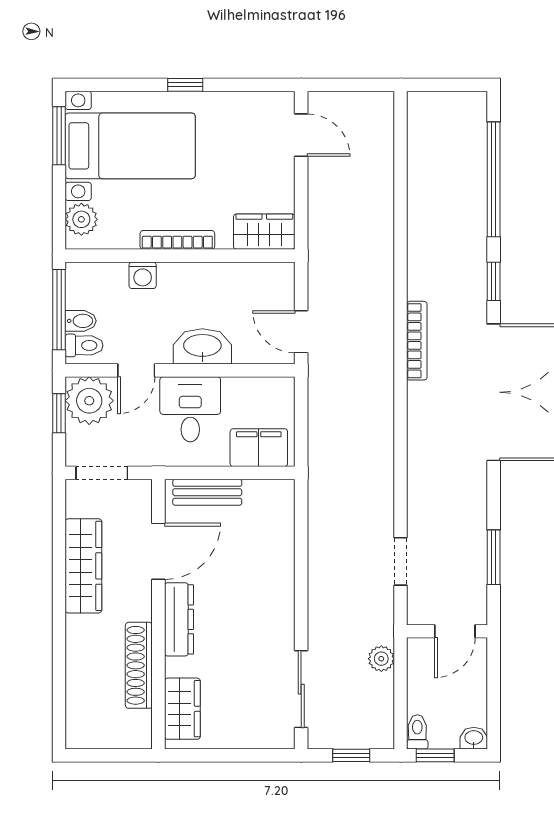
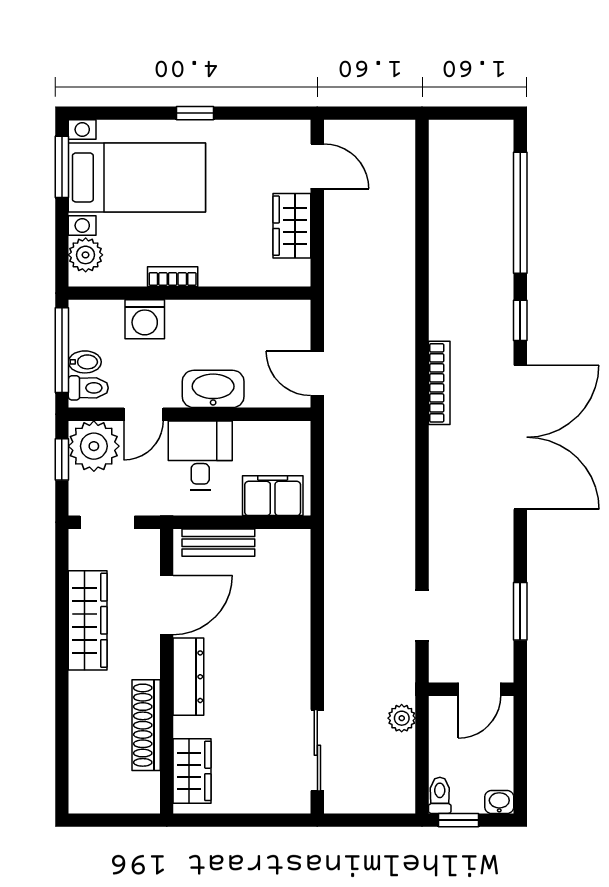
wardrobe: (264, 232) -> (292, 226), moved, turned -90
bookcase: (177, 240) -> (173, 277), width x0.64
washing machine: (143, 275) -> (145, 319), width x1.38, depth x1.38
window: (351, 755) -> (370, 820), removed

